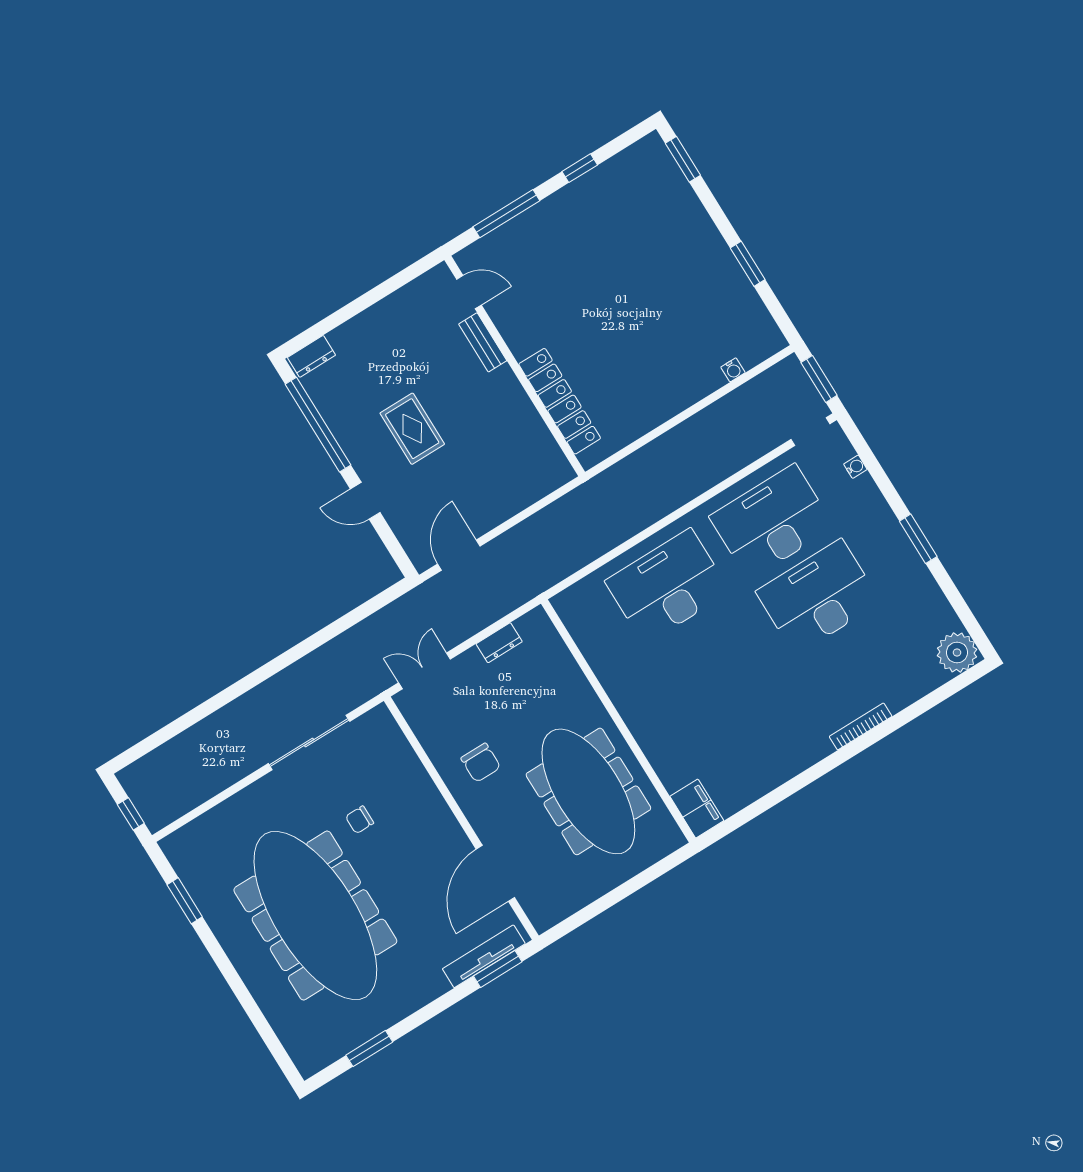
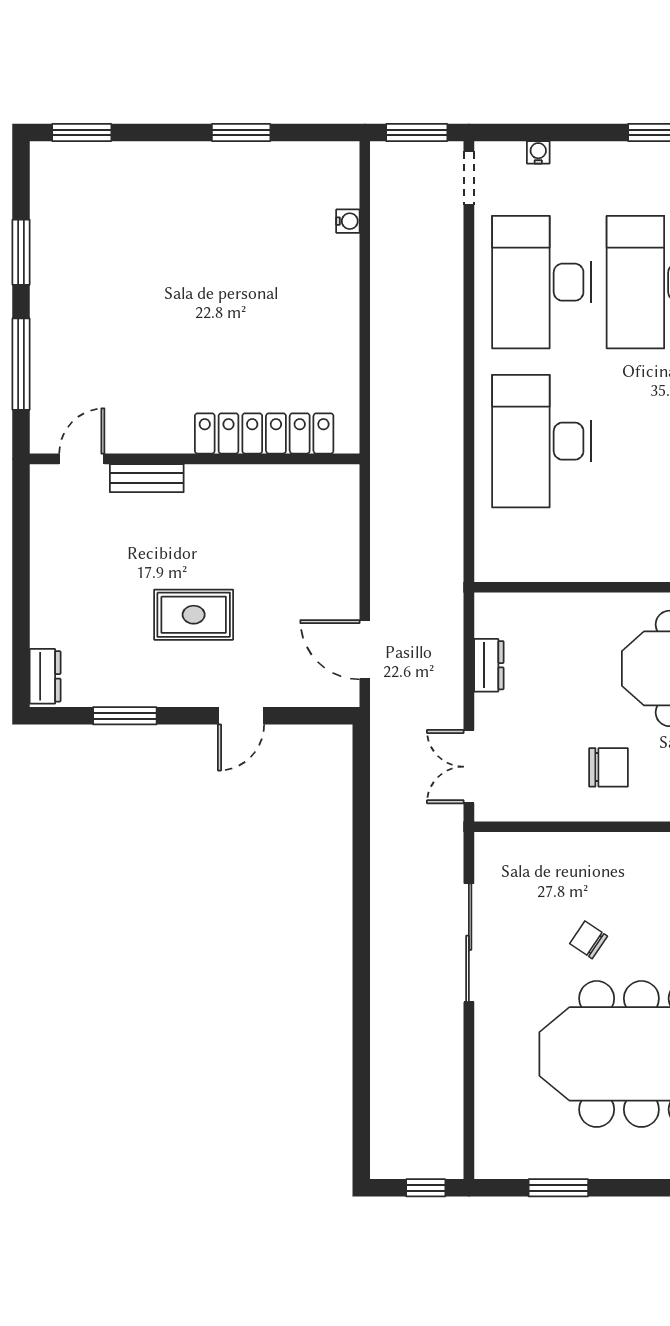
window: (580, 168) -> (21, 252), width x1.50
window: (318, 425) -> (125, 716), width x0.47
chair: (360, 820) -> (589, 940), turned 124

